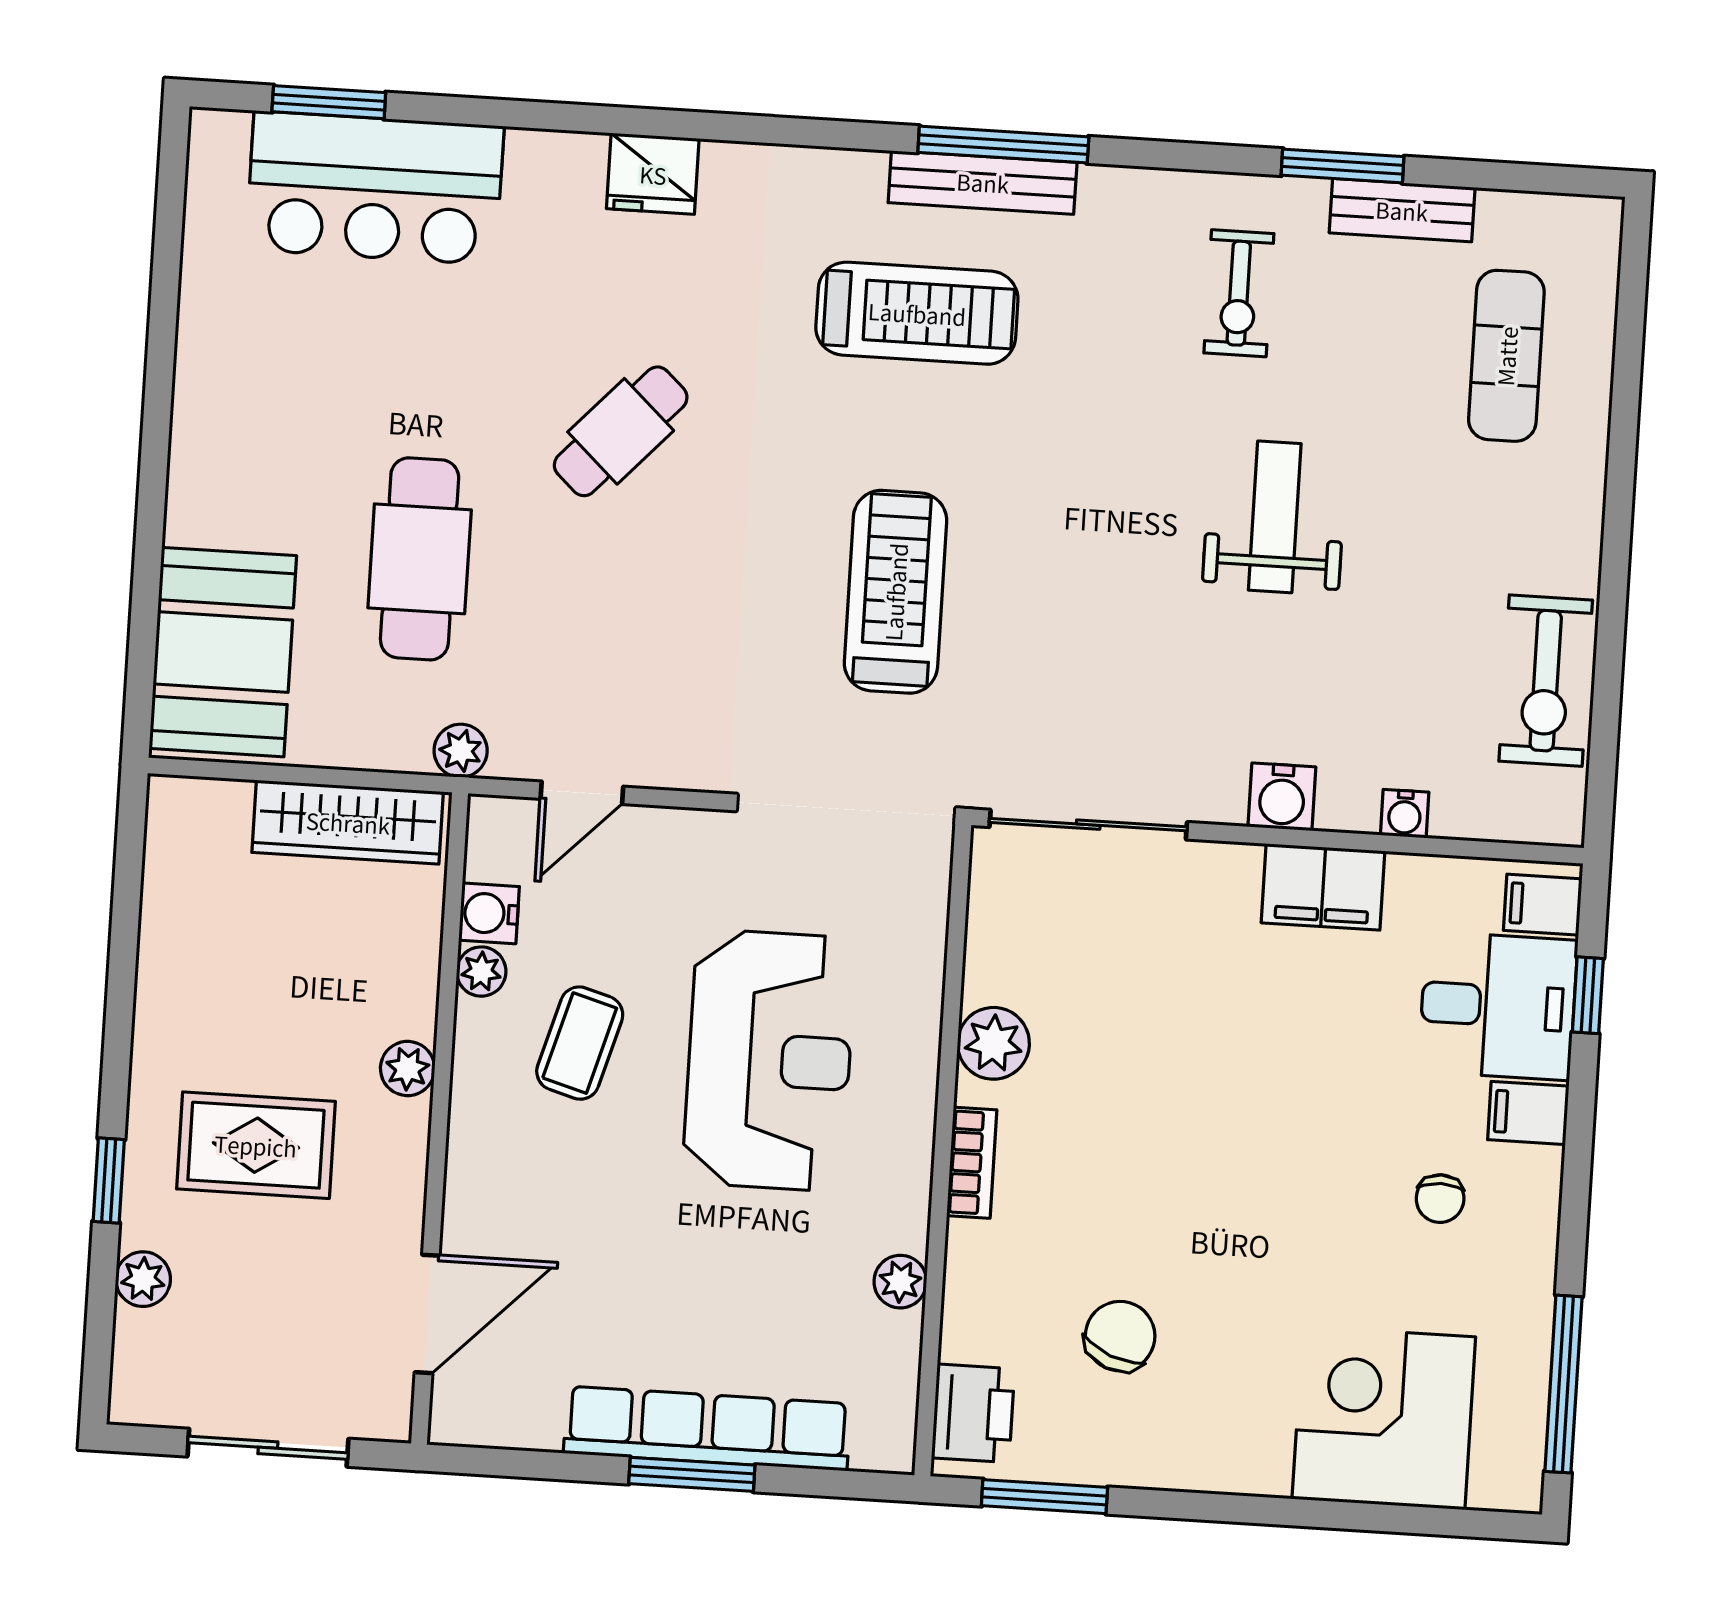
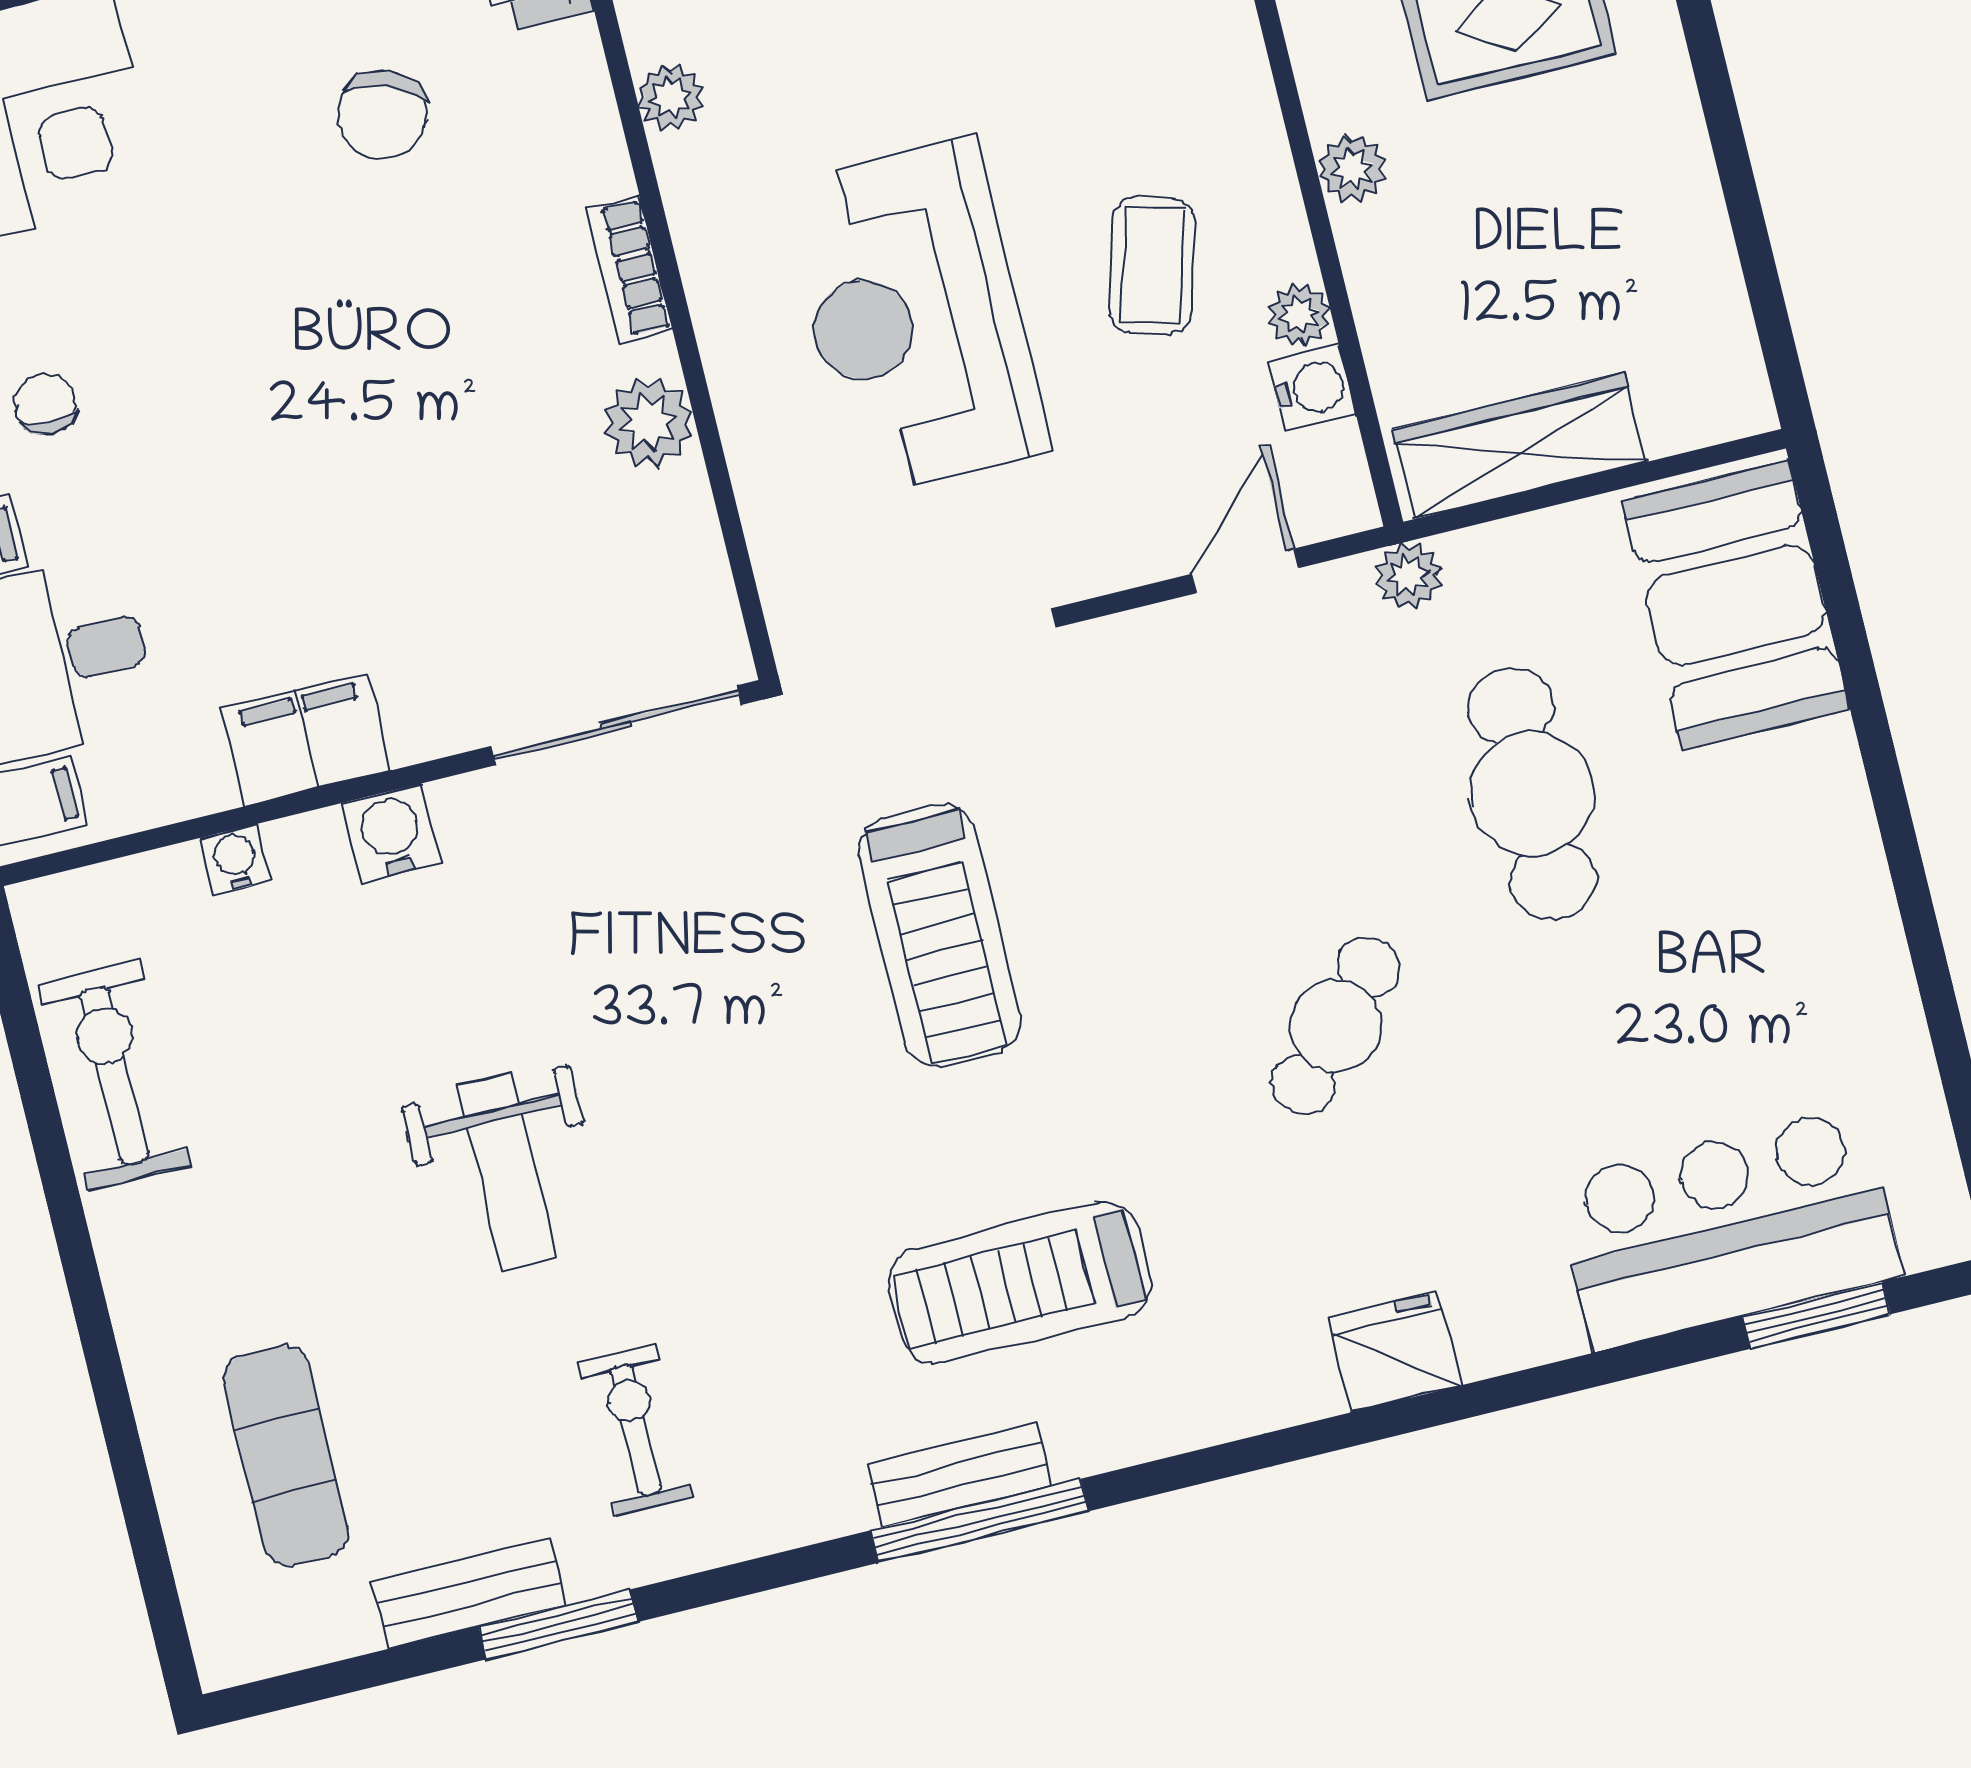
bench: (983, 182) -> (959, 1474), width x0.73

